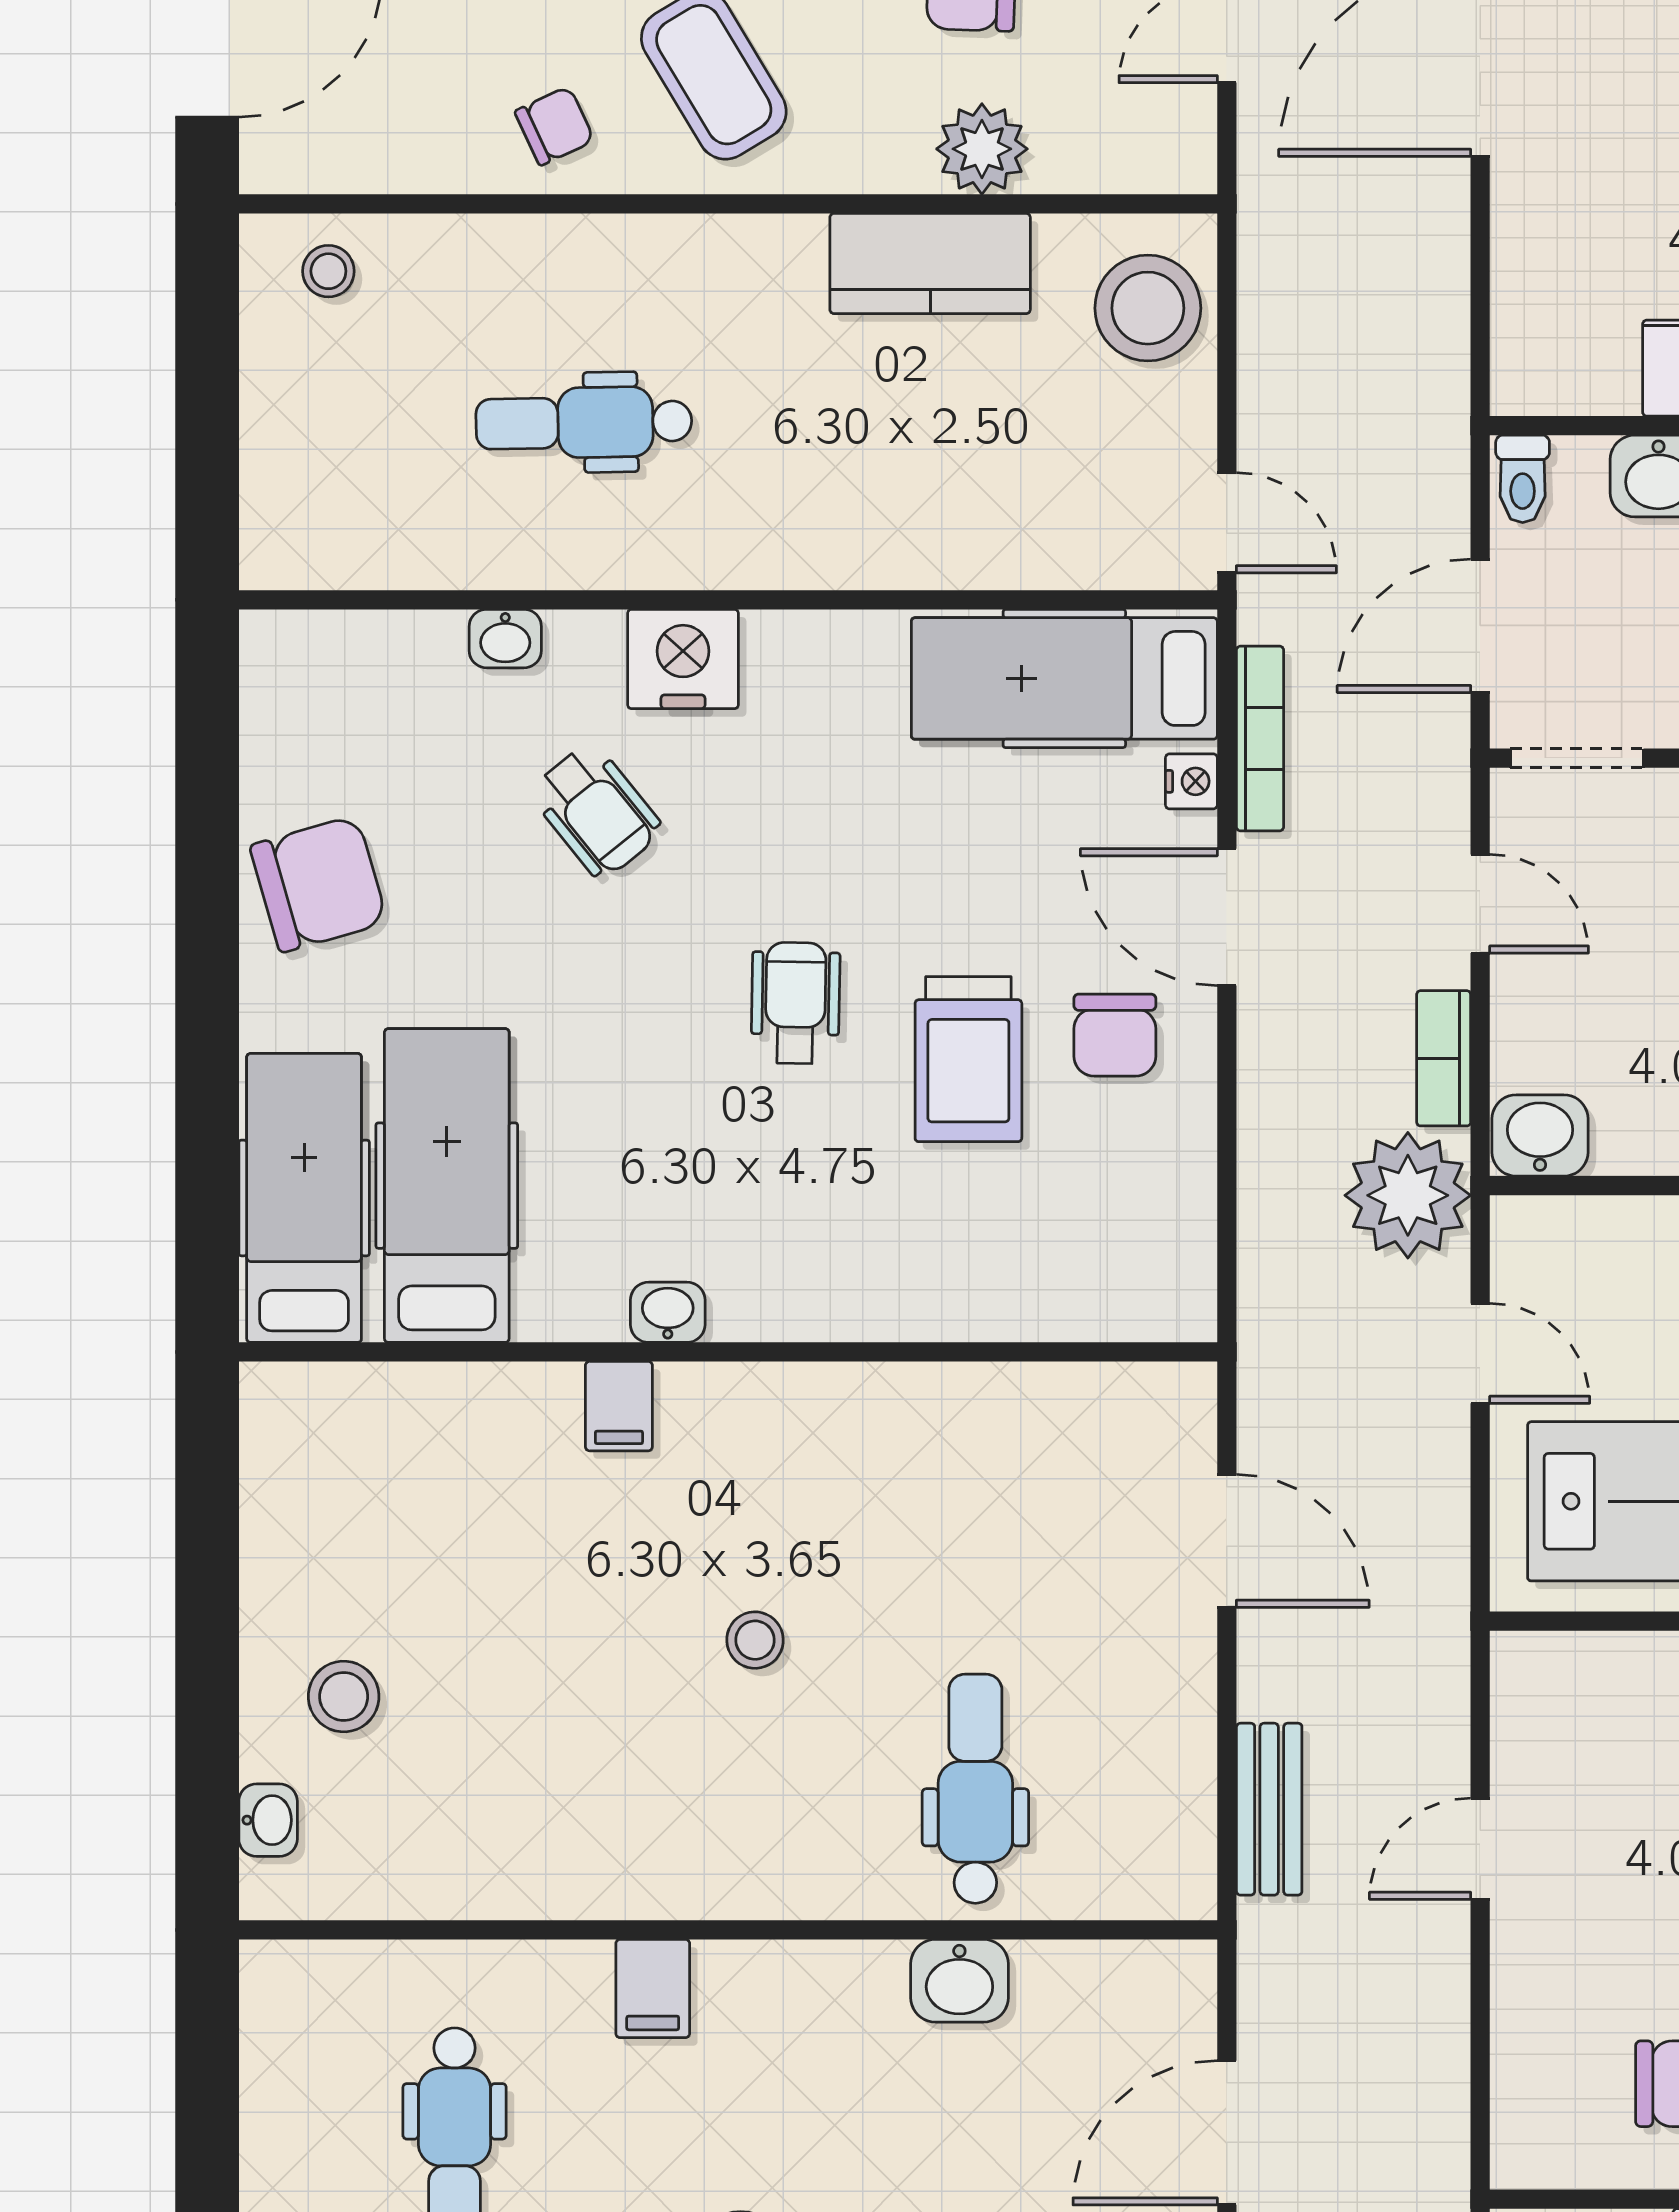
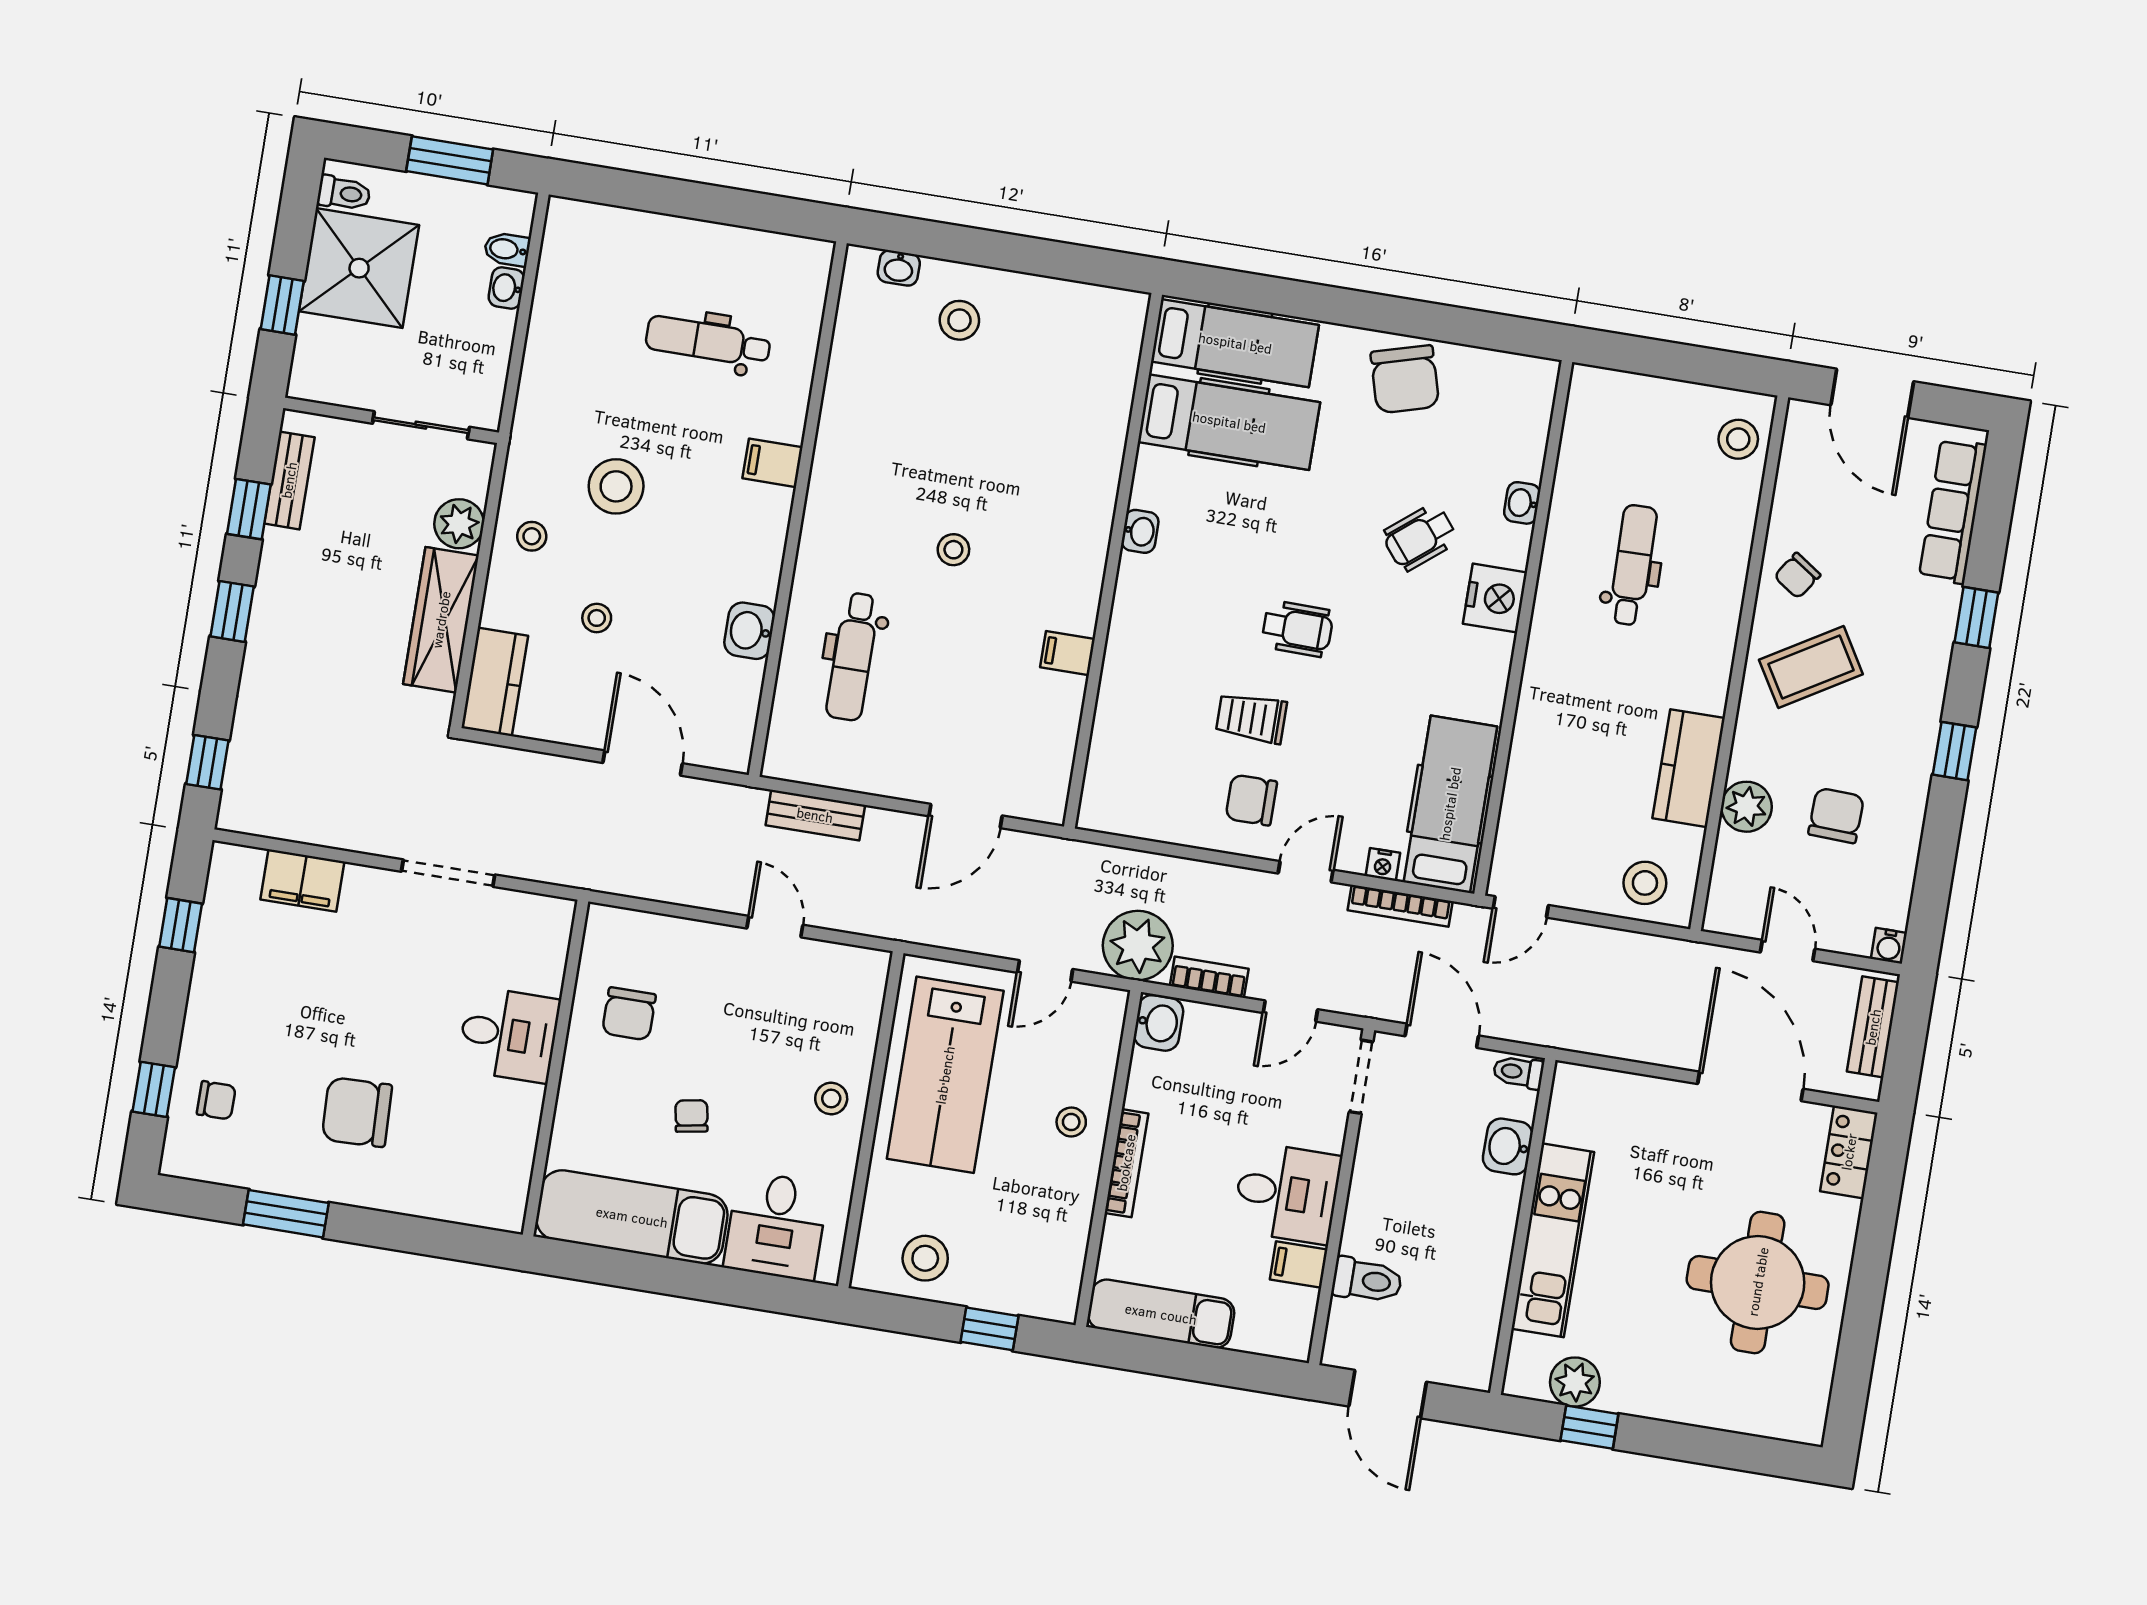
chair: (555, 126) -> (1797, 576), turned 59
stool: (328, 271) -> (1738, 439), width x1.37, depth x1.37
stool: (1148, 308) -> (1645, 883), width x0.73, depth x0.73
door: (1227, 917) -> (1306, 872), width x0.73
trolley: (968, 1059) -> (1251, 718), width x0.73, depth x0.72
filing cabinet: (619, 1406) -> (1068, 653), moved
dental chair: (975, 1789) -> (853, 657), turned 90

